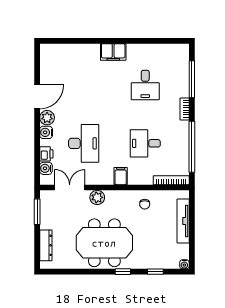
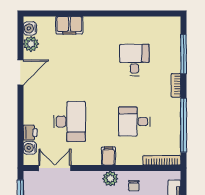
filing cabinet: (113, 52) -> (69, 25), moved
desk: (145, 85) -> (134, 60), turned 180
plant: (47, 118) -> (31, 44), moved
water cooler: (46, 132) -> (30, 28), moved
plant: (97, 197) -> (110, 179), moved

